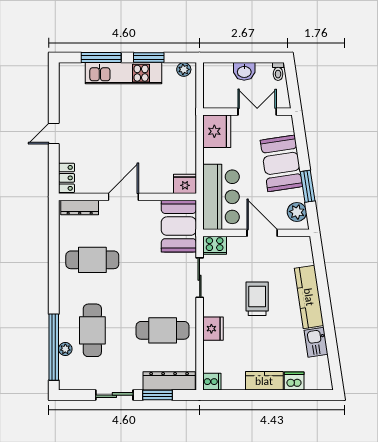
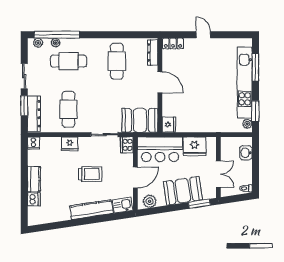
window: (149, 58) -> (255, 111), moved
washbasin: (244, 71) -> (246, 153), moved
kitchen unit: (124, 73) -> (245, 82), width x1.36
fridge: (217, 131) -> (194, 146), moved
window: (308, 186) -> (199, 204), moved
kitchen sink: (316, 342) -> (122, 205), moved
plant: (66, 375) -> (38, 43), added

